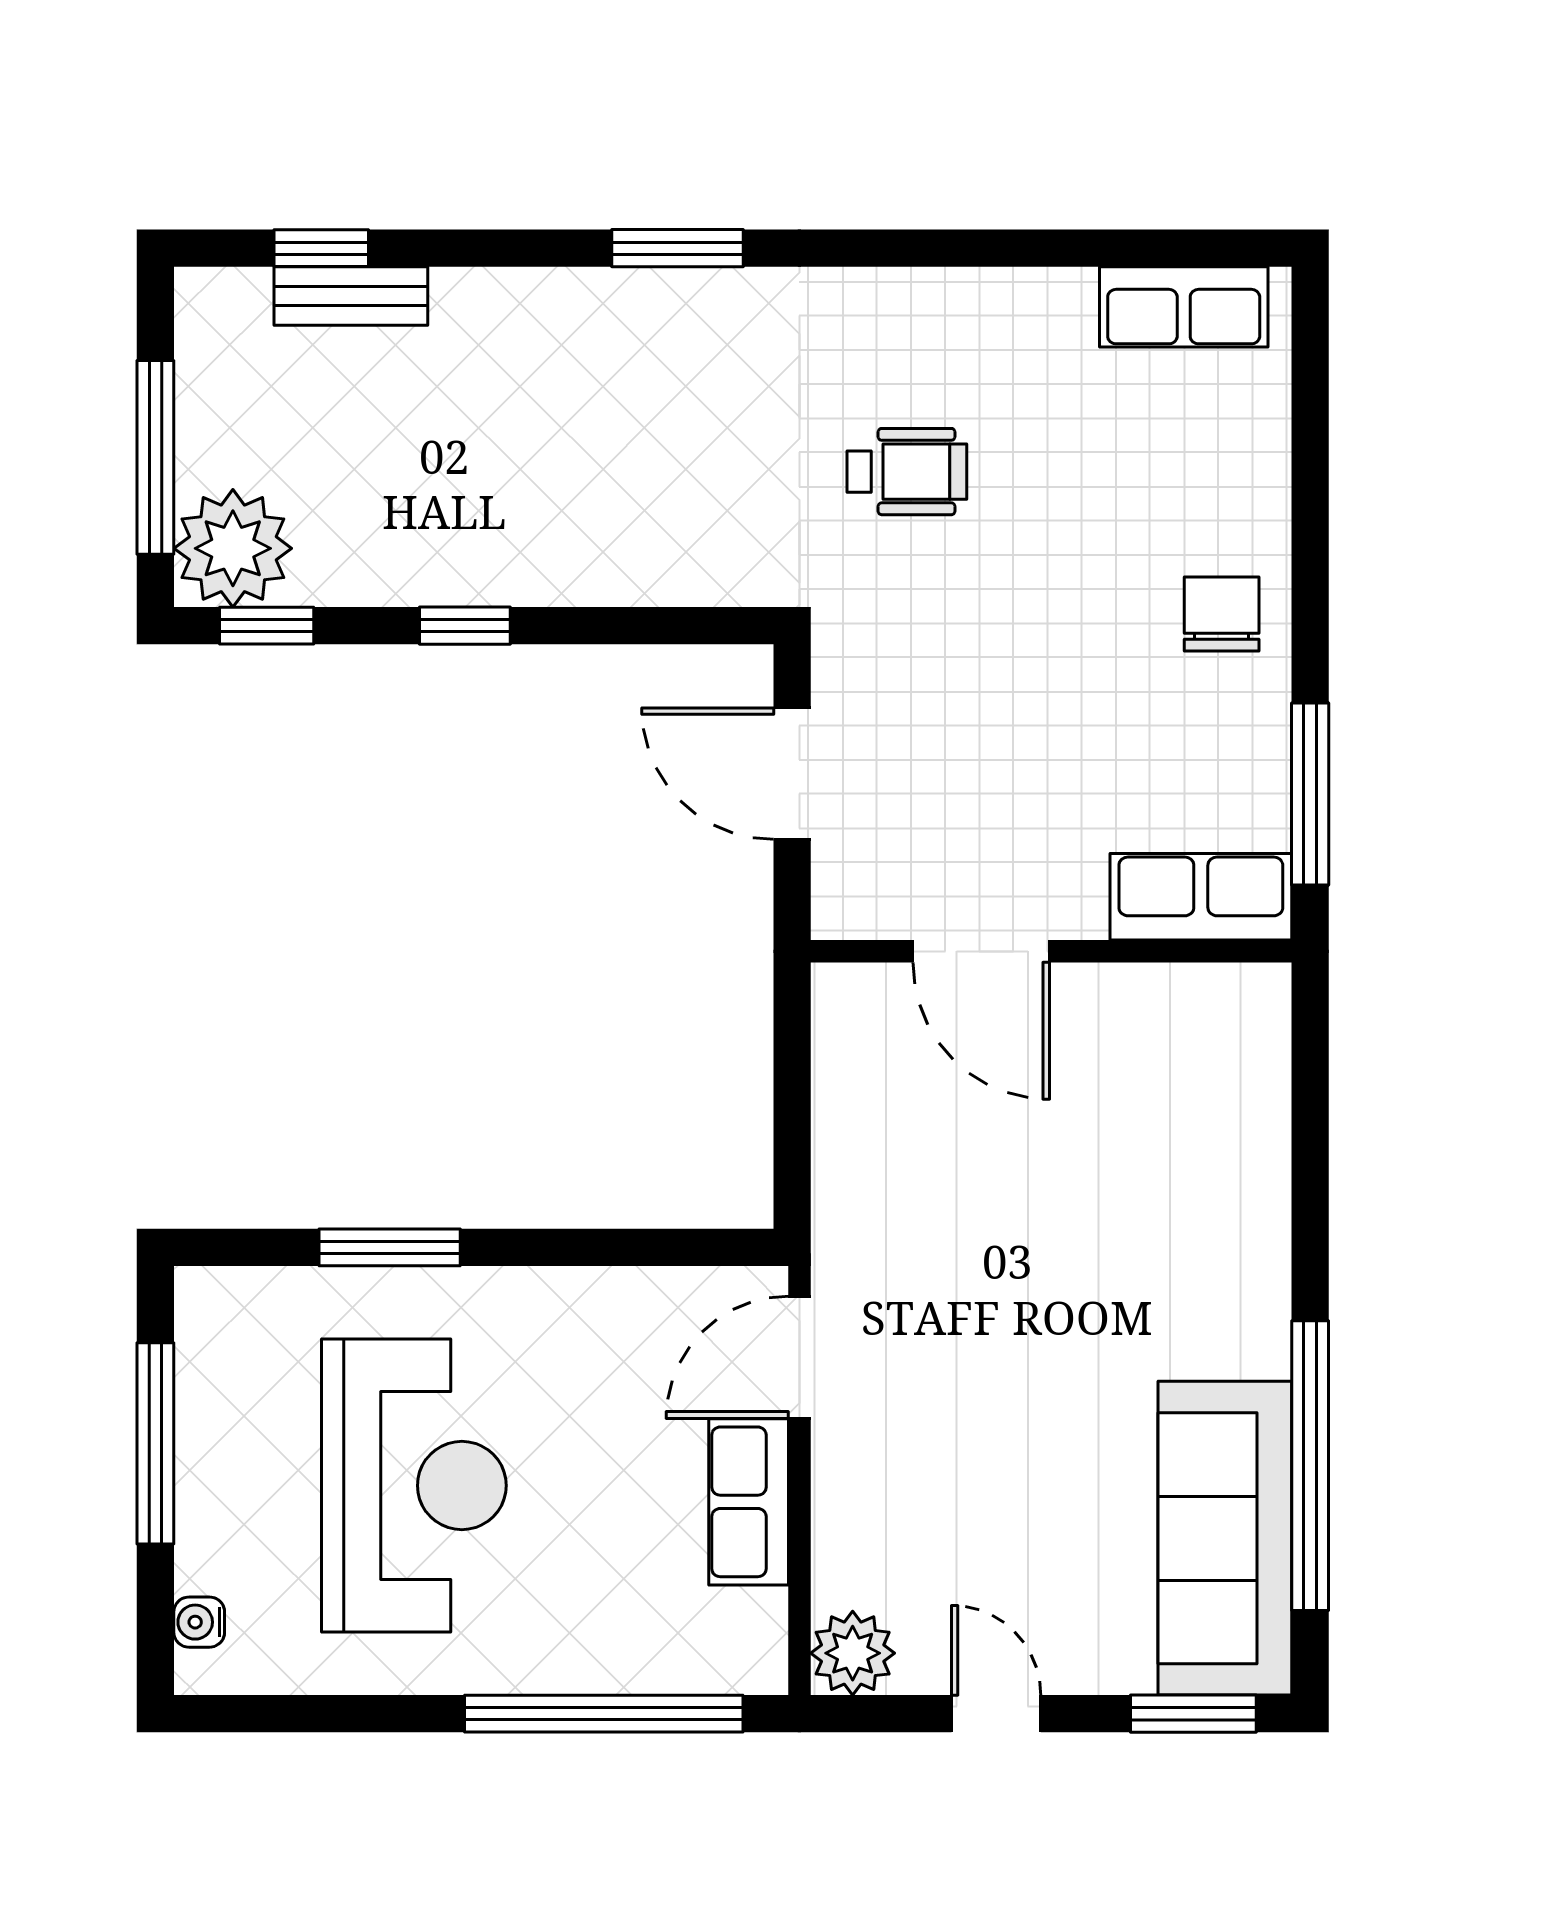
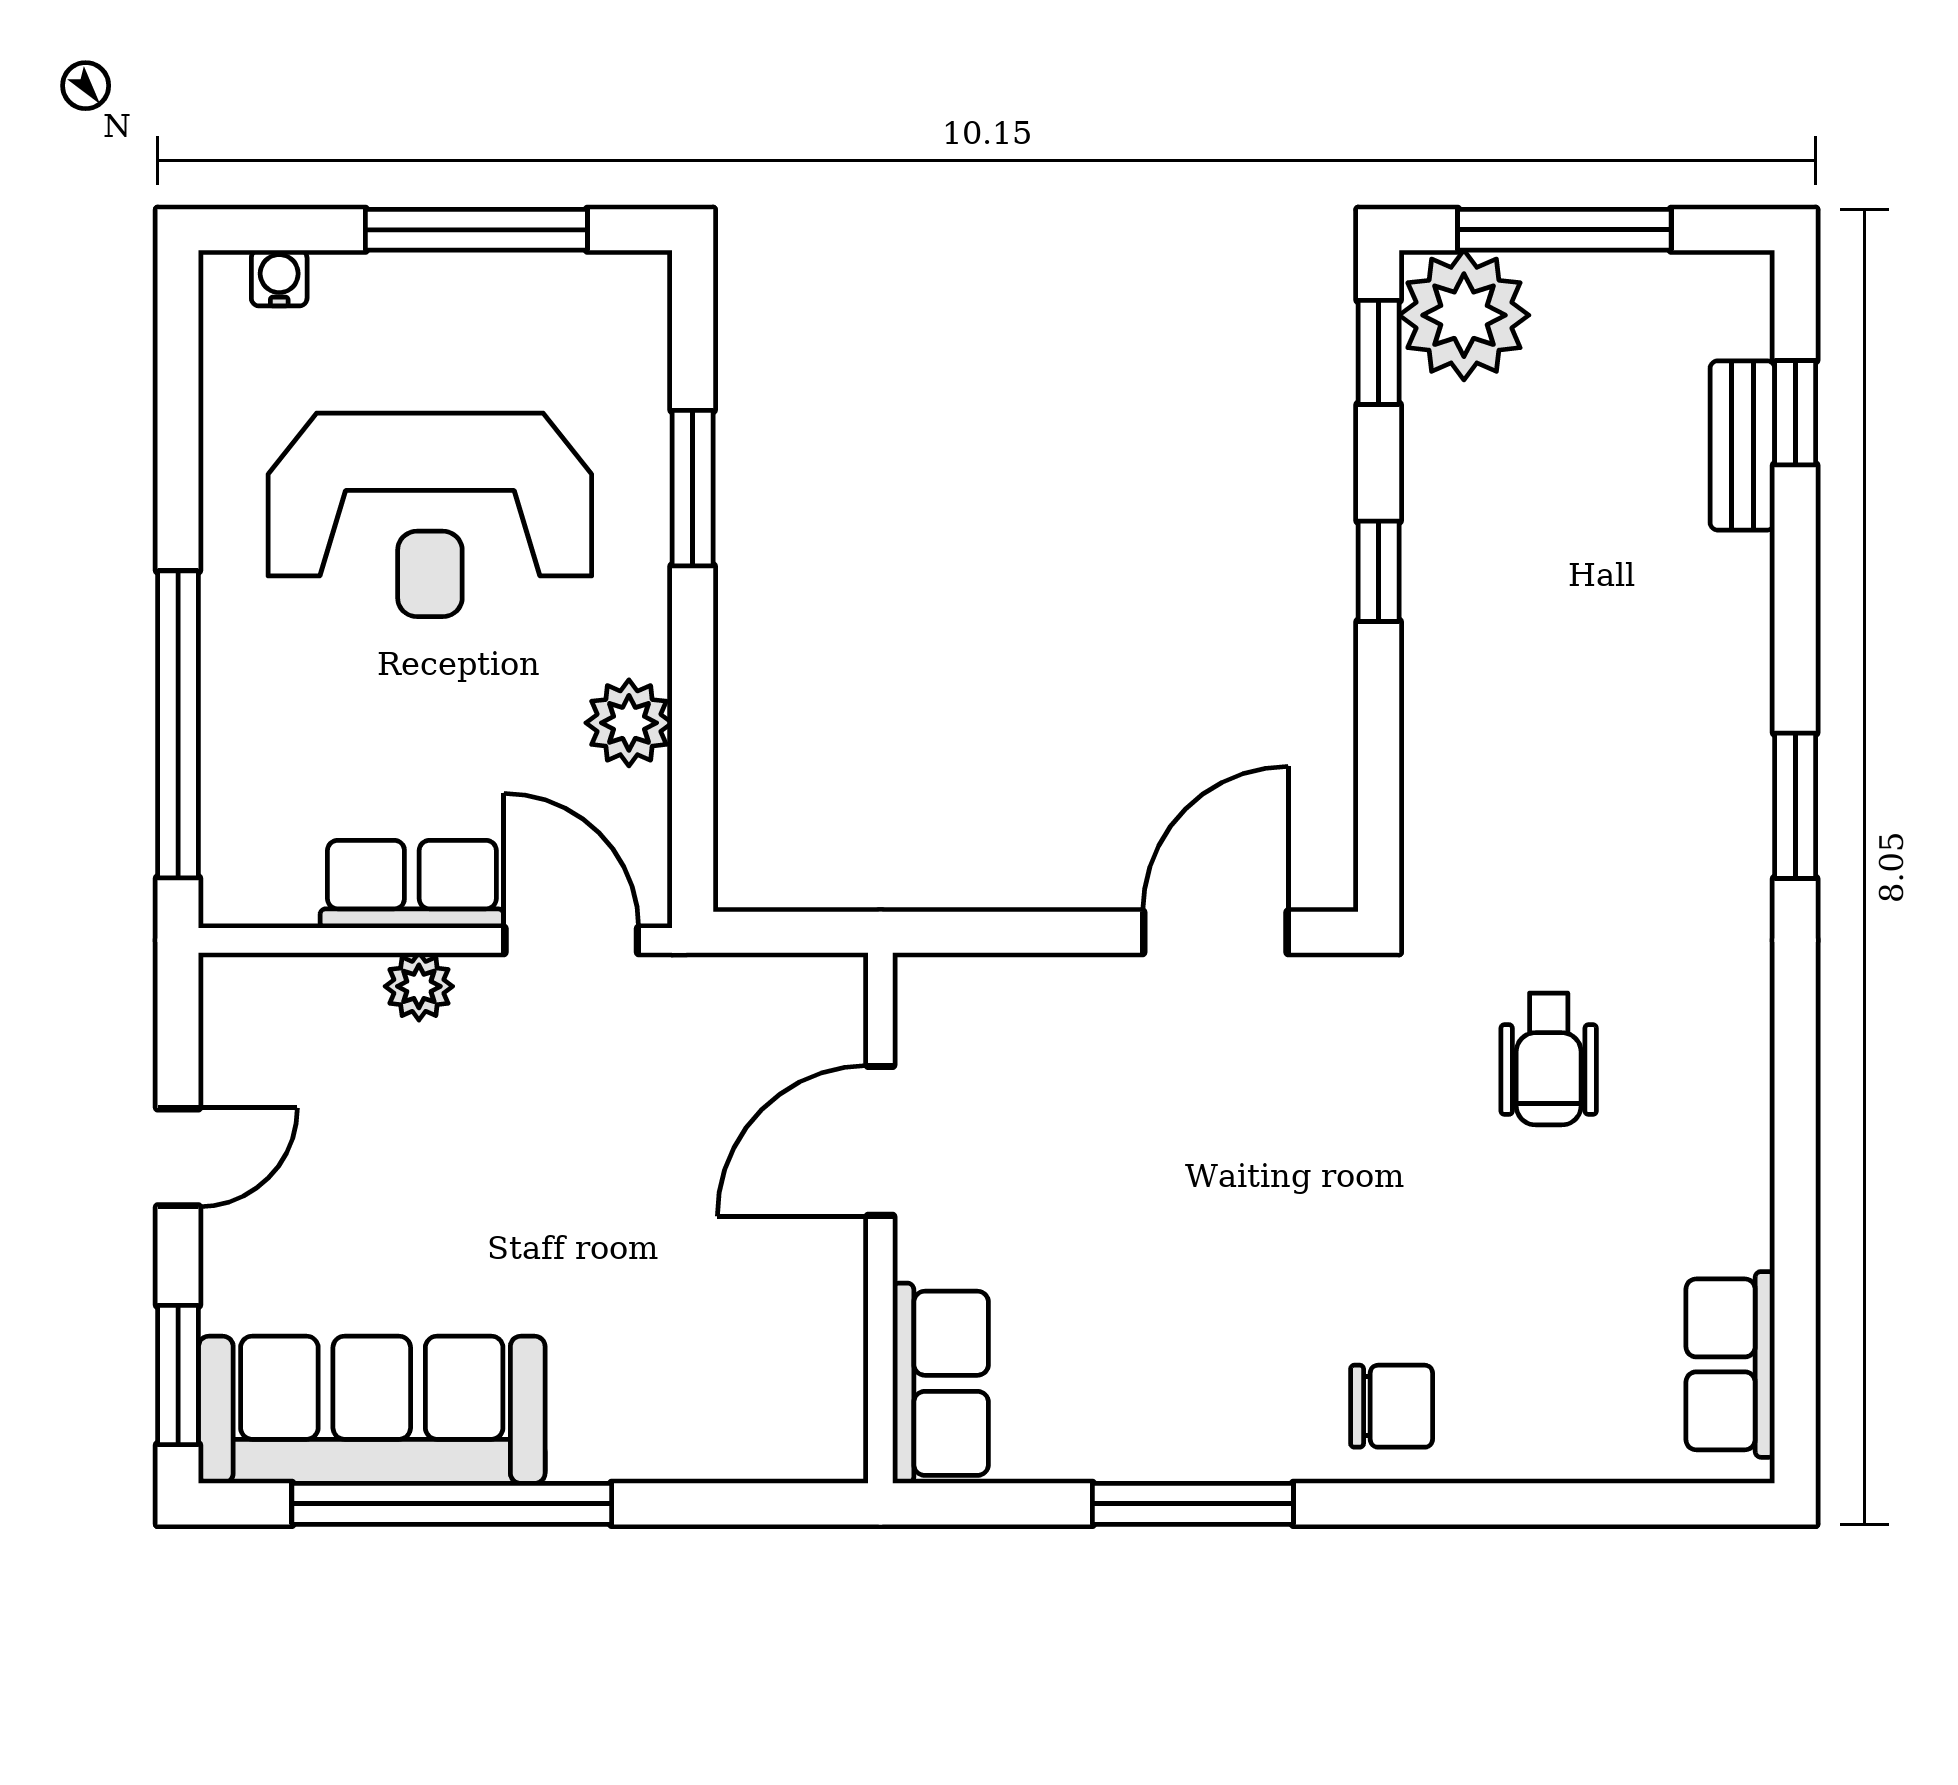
row of seats: (1201, 897) -> (941, 1383), moved
door: (981, 951) -> (880, 1141), moved
wall: (1051, 951) -> (880, 1218), moved
plant: (602, 1305) -> (629, 723), added
plant: (853, 1653) -> (419, 986), moved, width x0.73, depth x0.73

